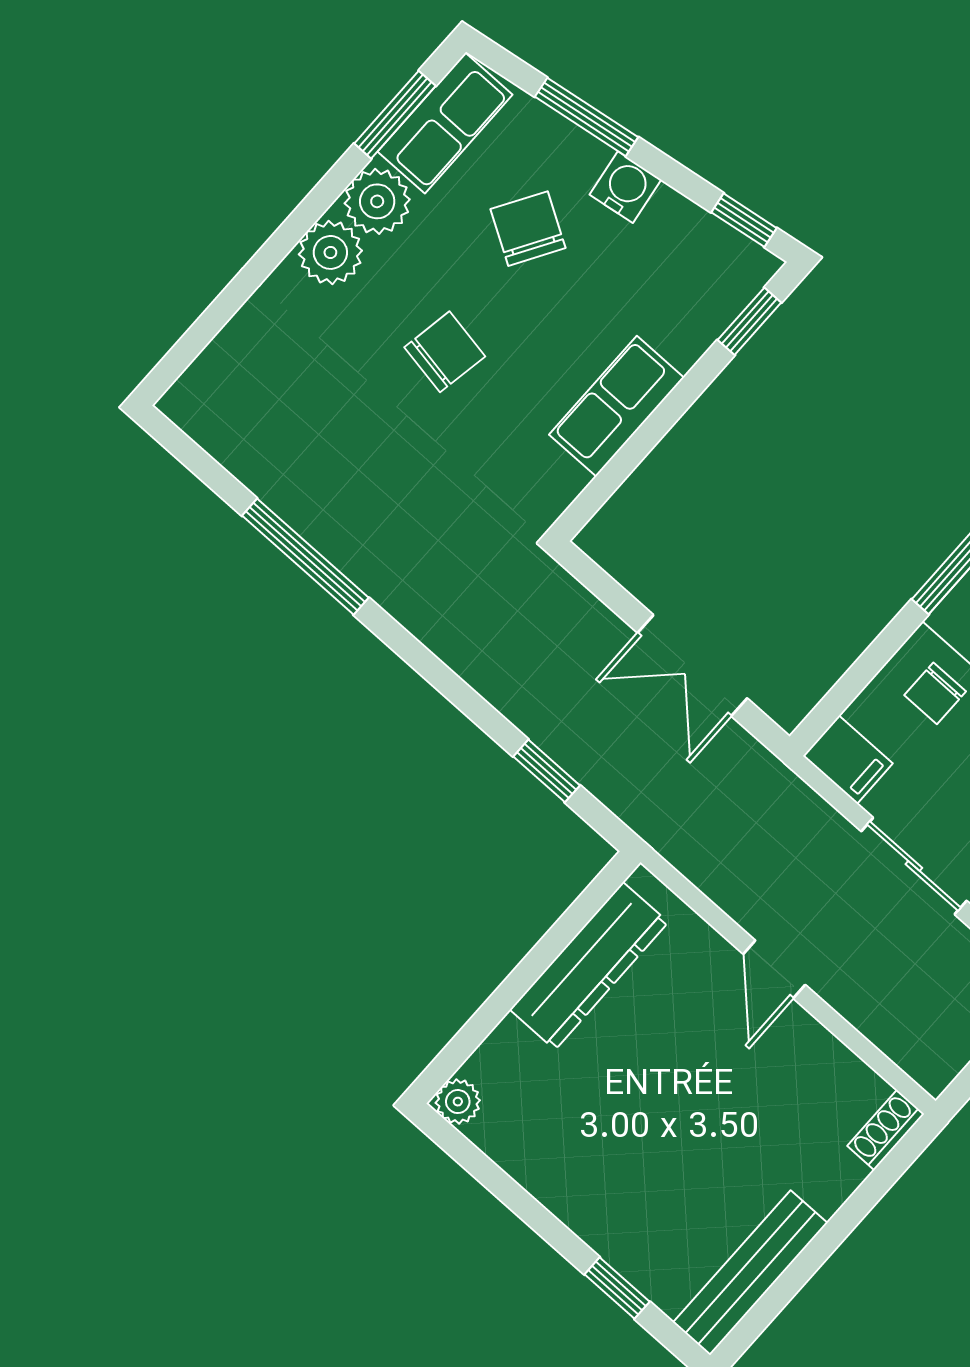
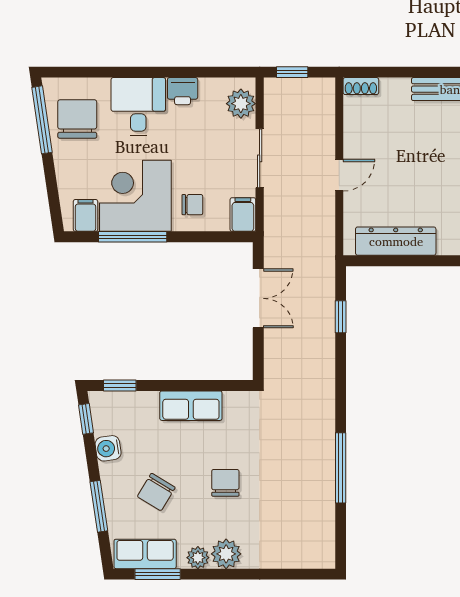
water cooler: (625, 187) -> (108, 448), moved
plant: (377, 201) -> (198, 558), width x0.73, depth x0.73
chair: (445, 352) -> (225, 483), turned 80

